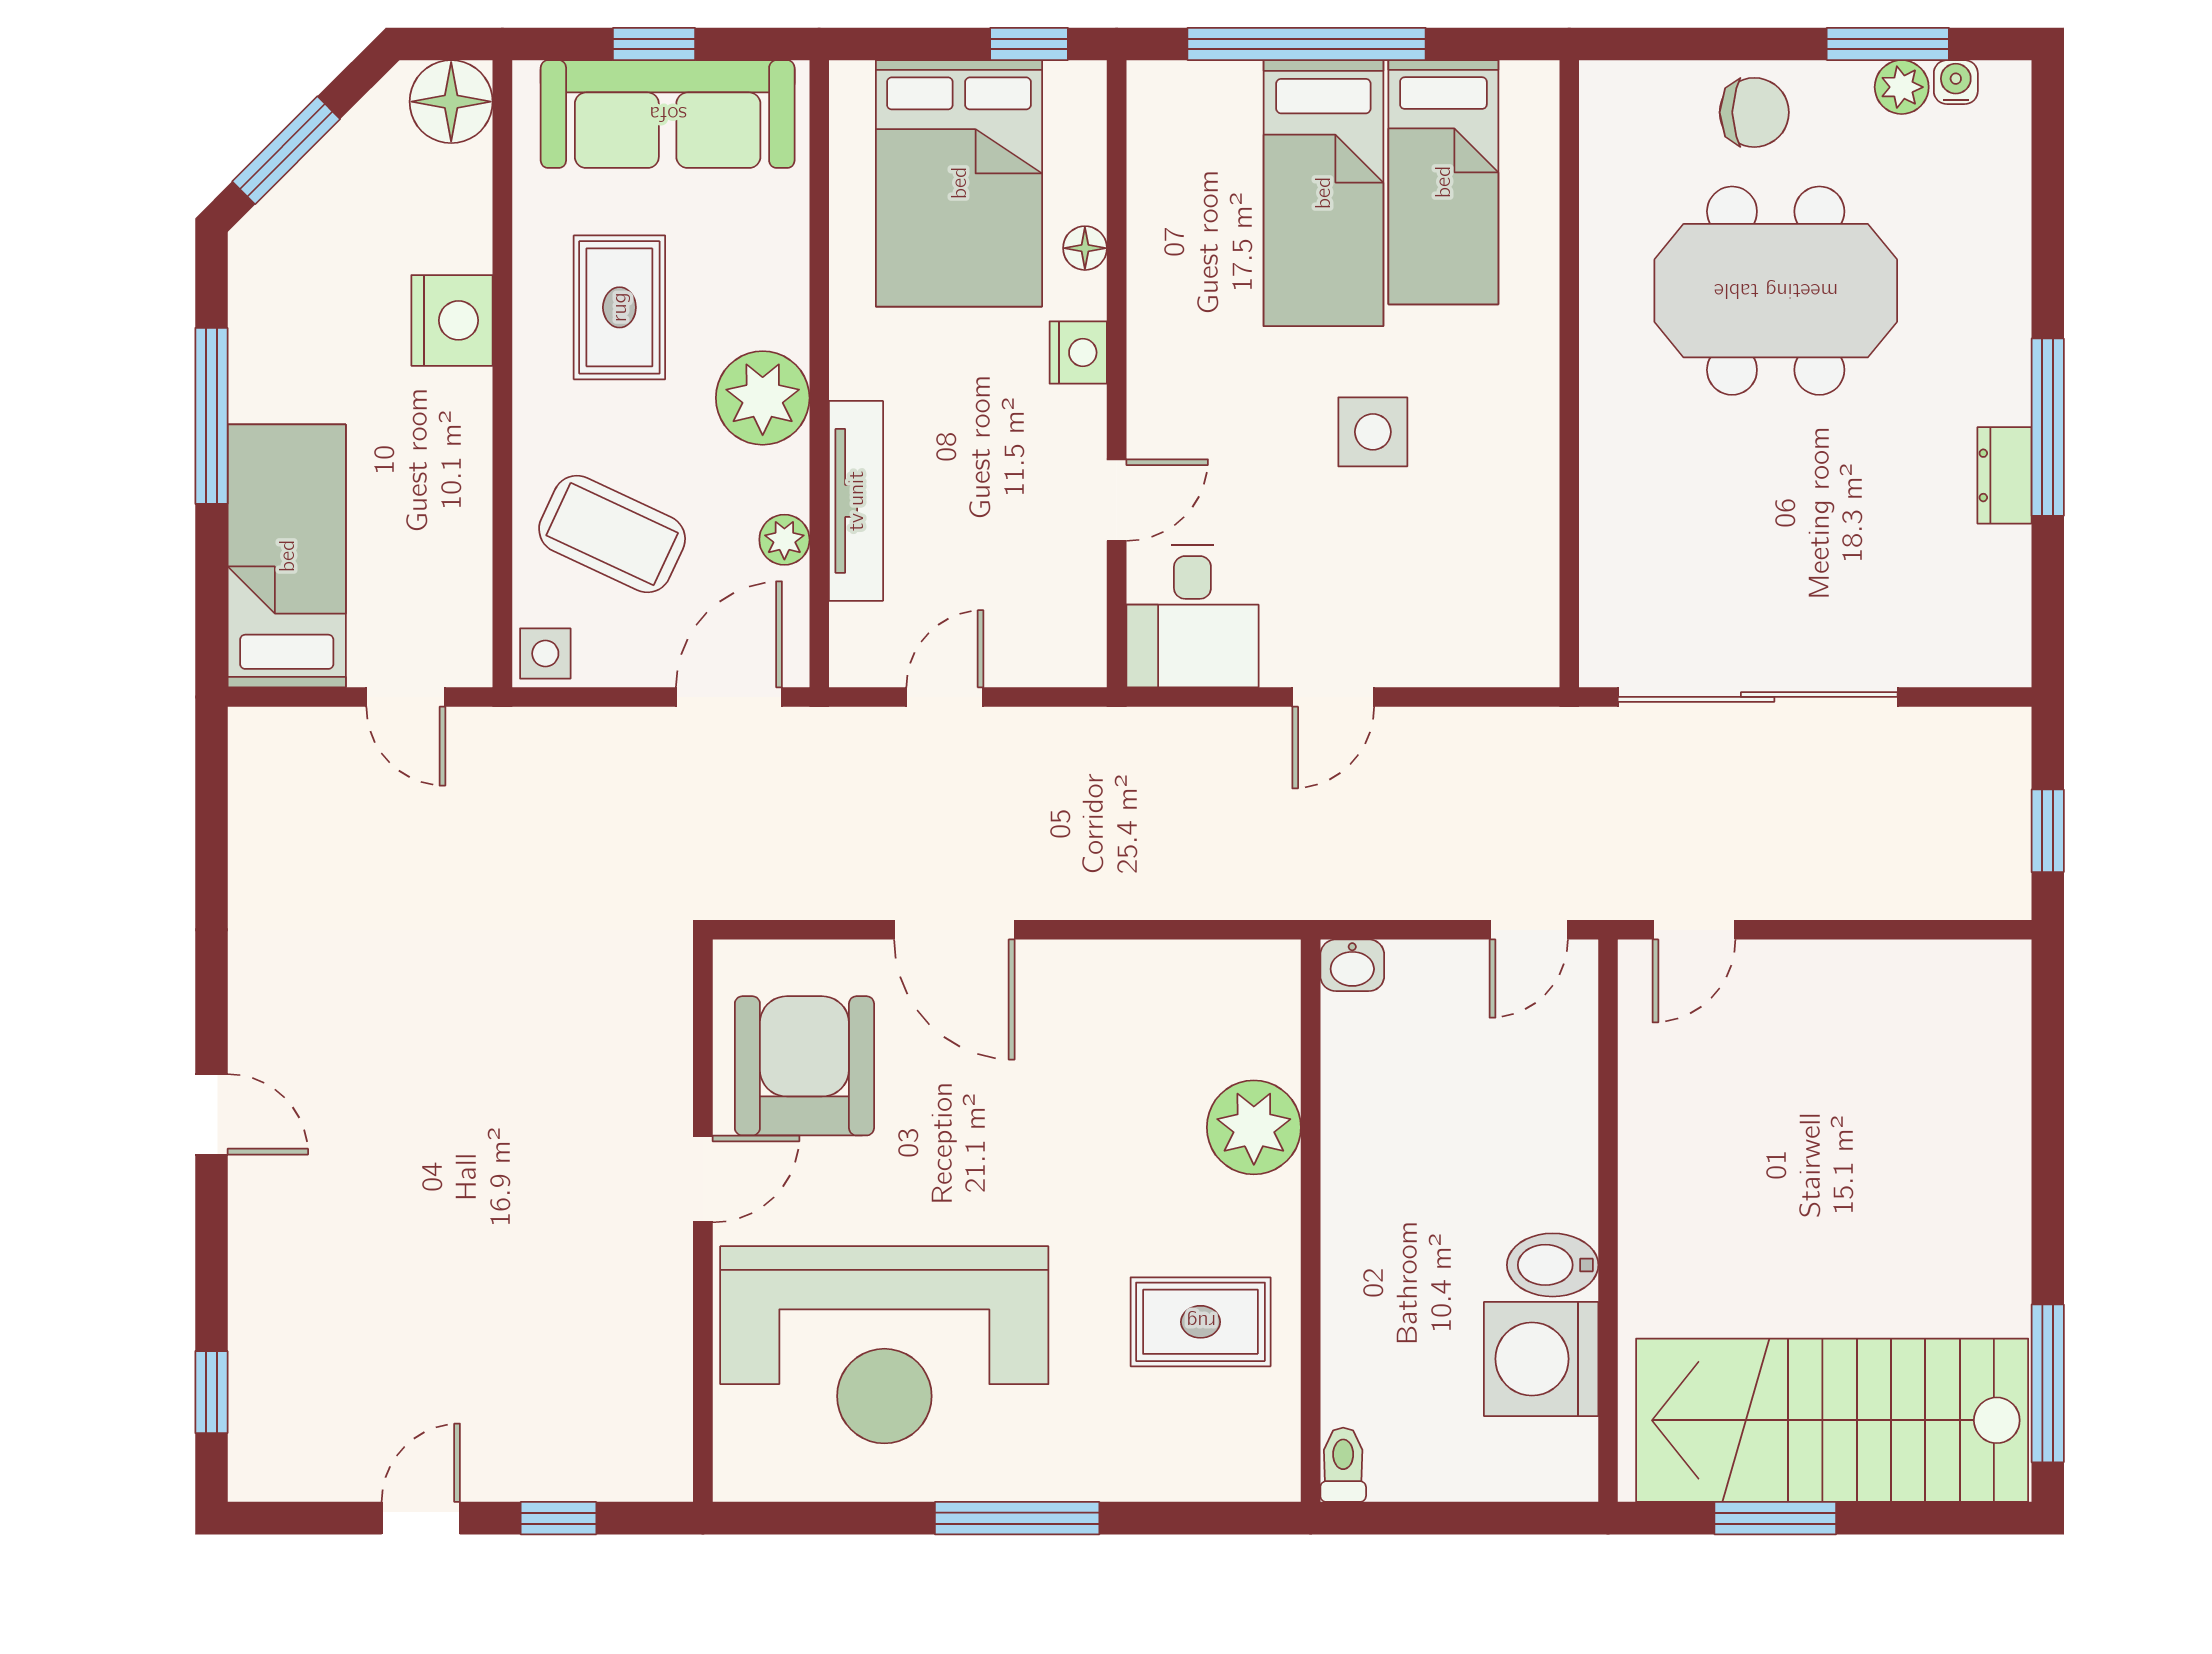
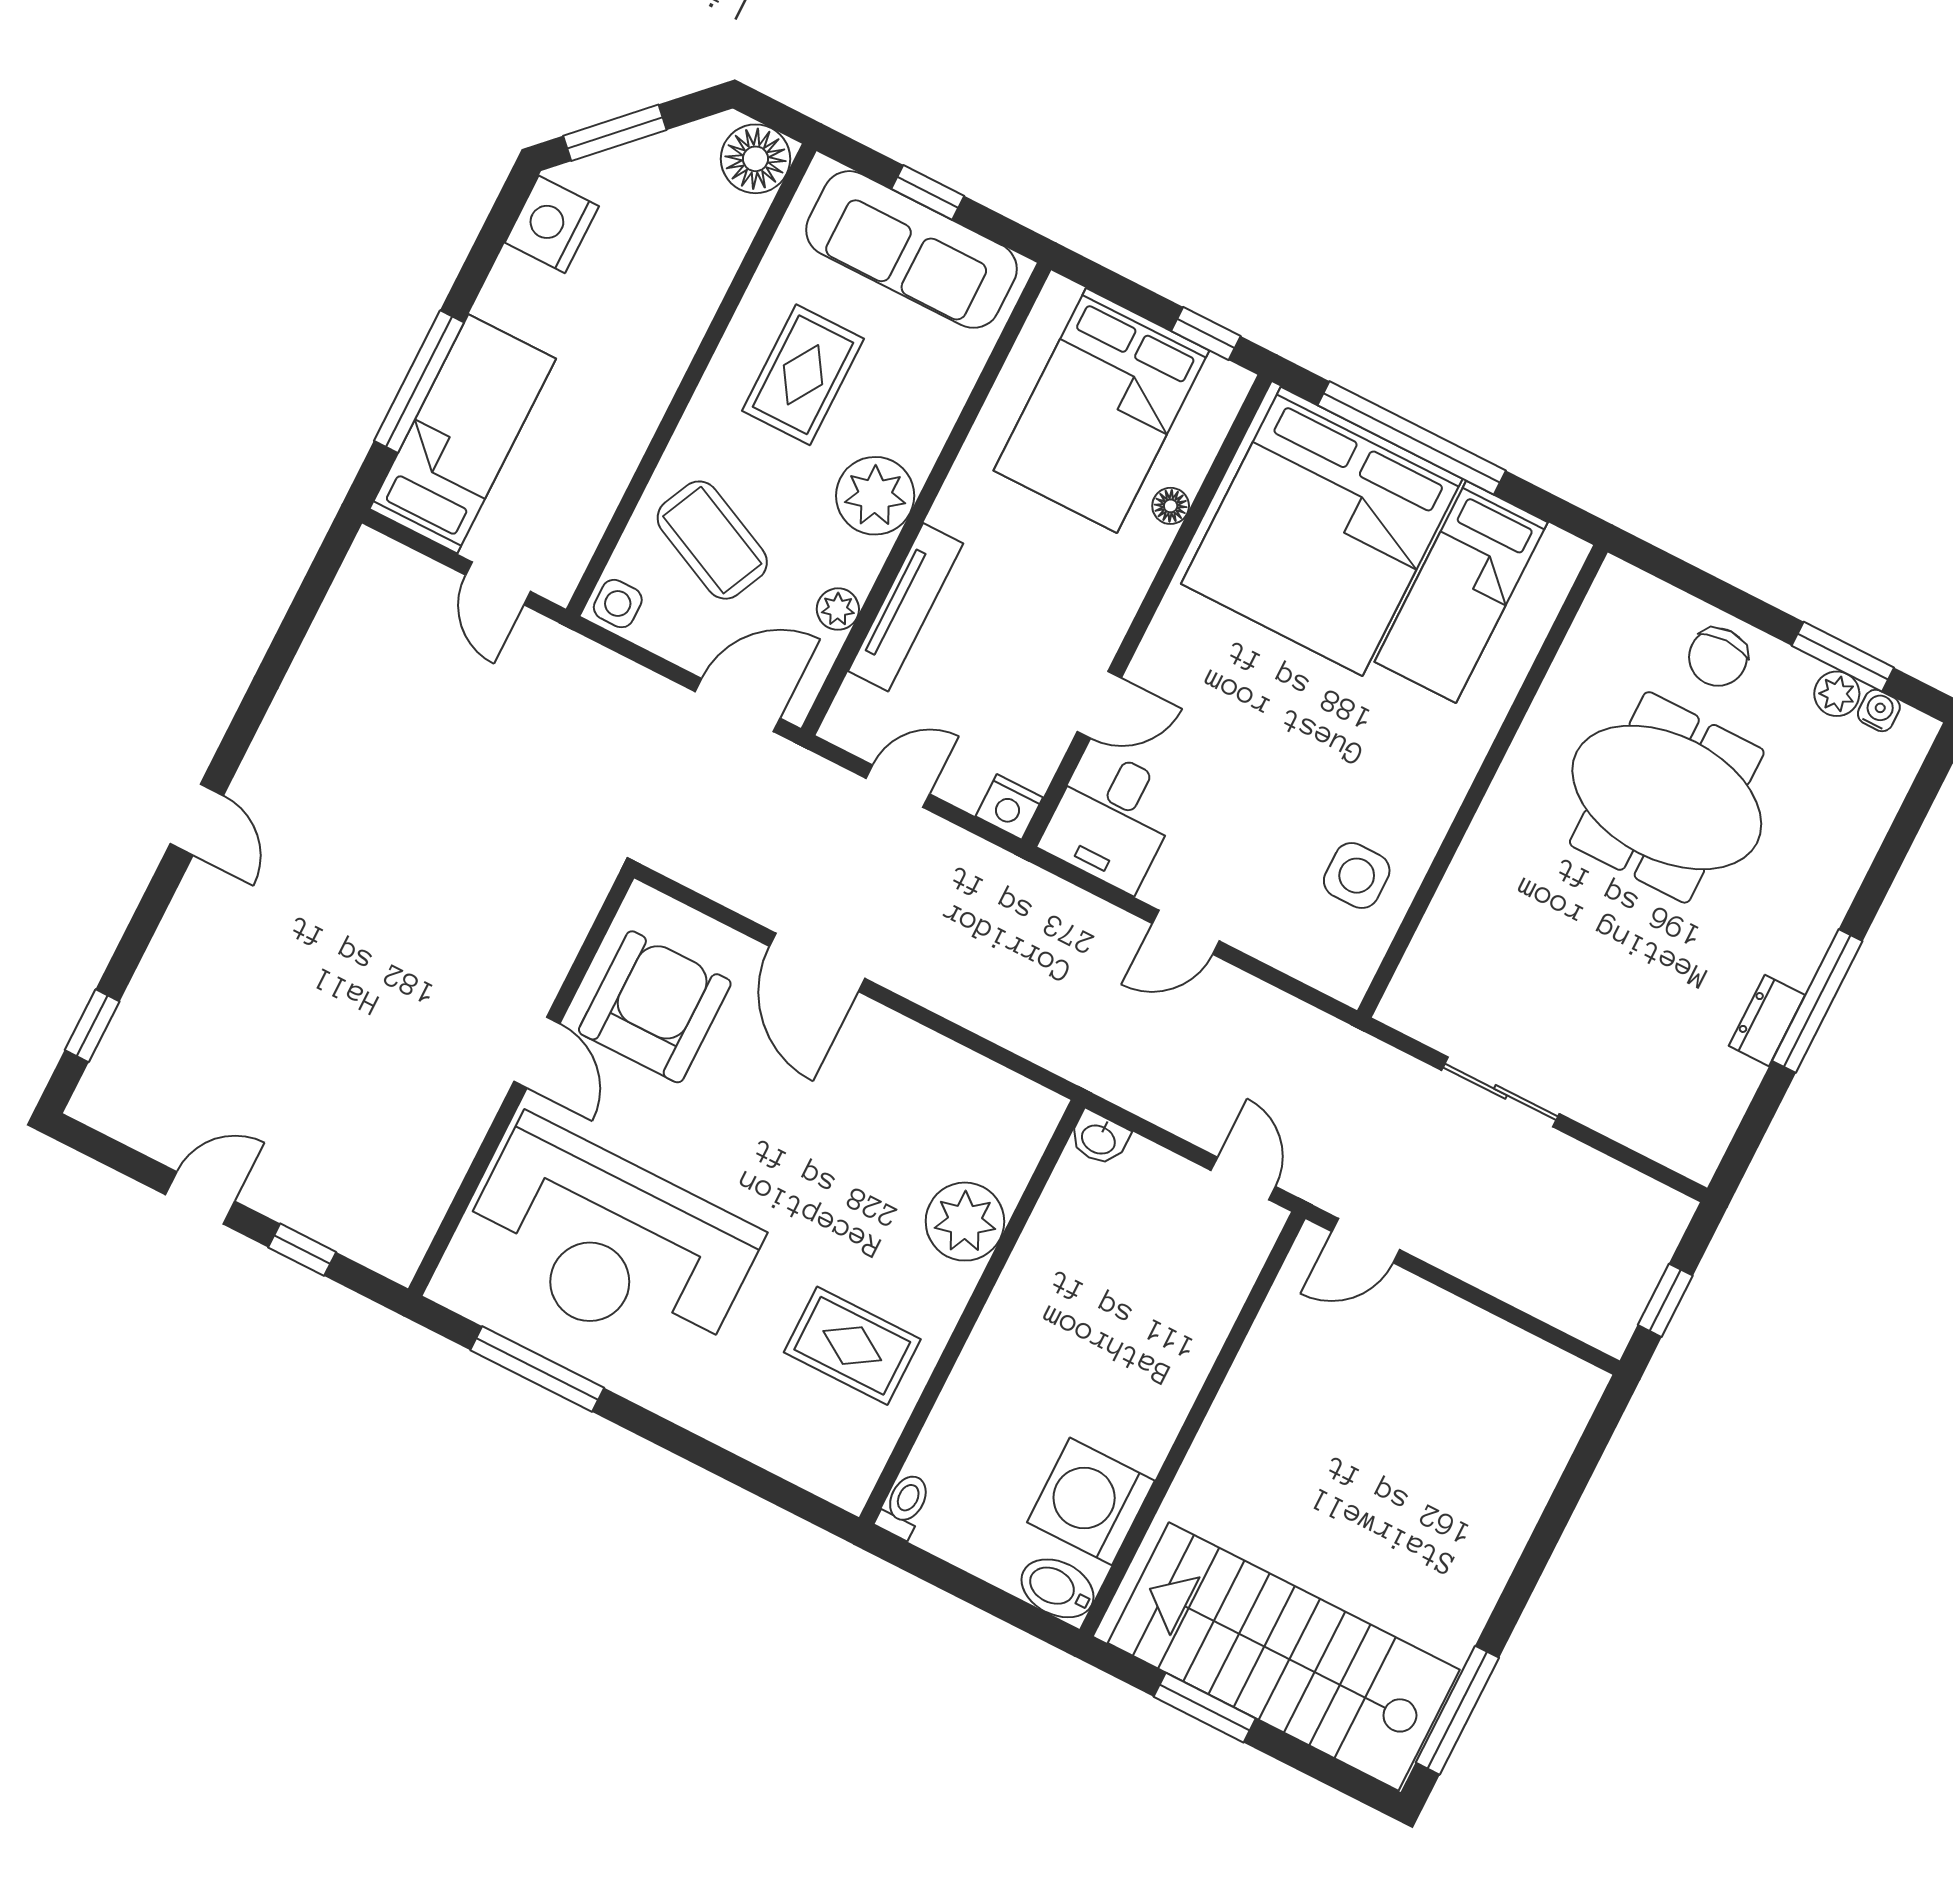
chair: (1754, 112) -> (1718, 657), turned 90
bed: (1323, 193) -> (1322, 531), width x2.04
nightstand: (452, 320) -> (552, 224), moved, turned 180
nightstand: (1078, 353) -> (1009, 807), moved, turned 90
window: (211, 416) -> (419, 382), moved
side table: (1373, 432) -> (1357, 876), moved
sliding door: (1758, 697) -> (1501, 1092), width x0.54
door: (1529, 930) -> (1243, 1178), swing flipped
door: (703, 1179) -> (537, 1053), hinge flipped
bidet: (1553, 1265) -> (1057, 1588), moved
window: (1017, 1518) -> (537, 1369), moved

